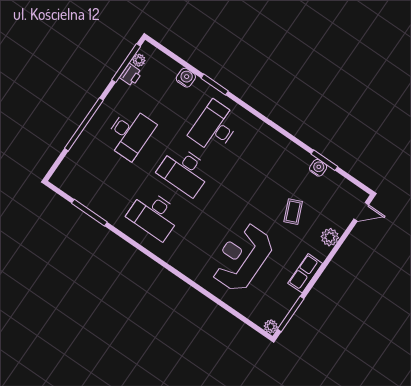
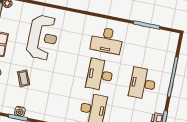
desk: (184, 171) -> (100, 75), turned -90
desk: (154, 215) -> (107, 40), turned 180

